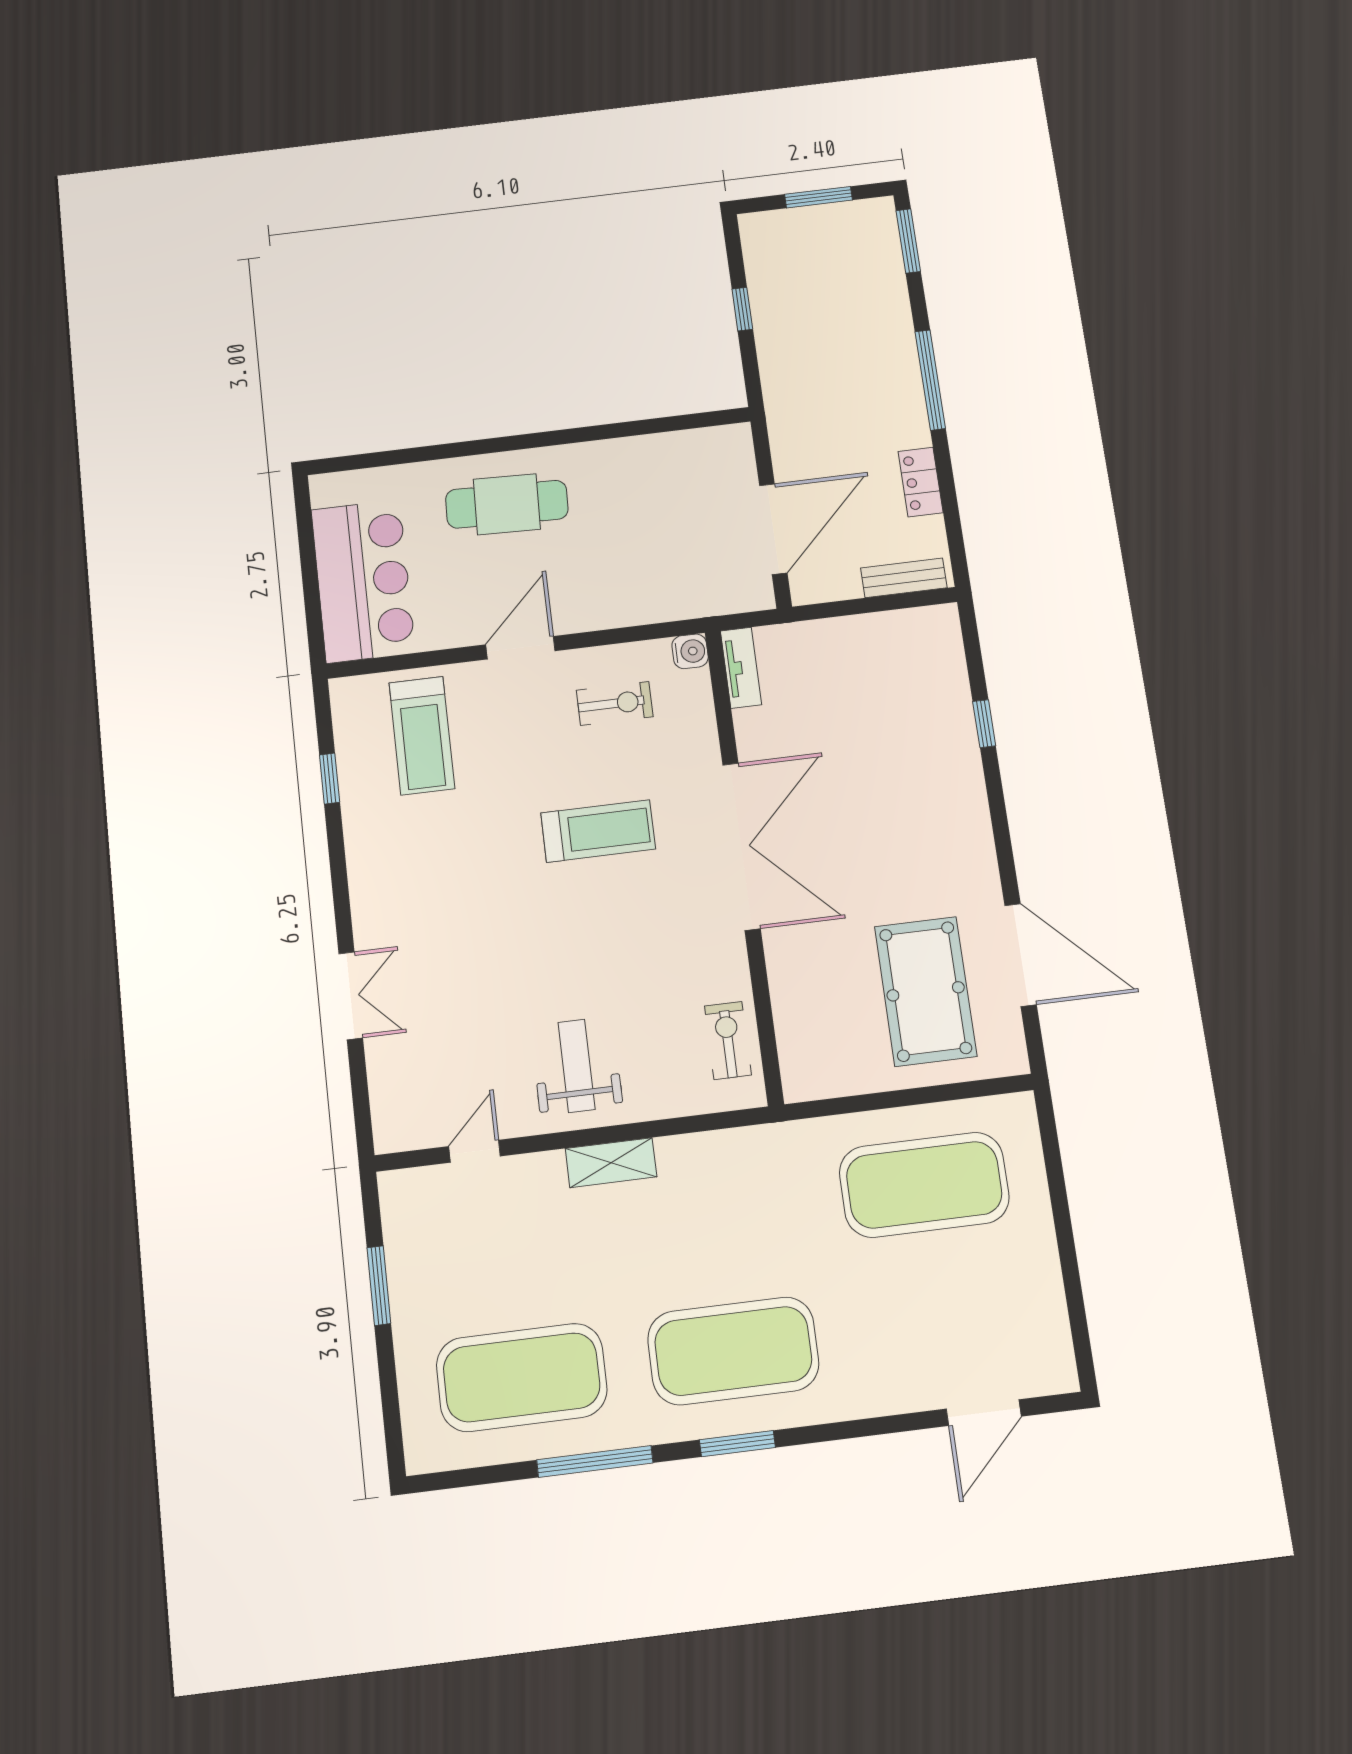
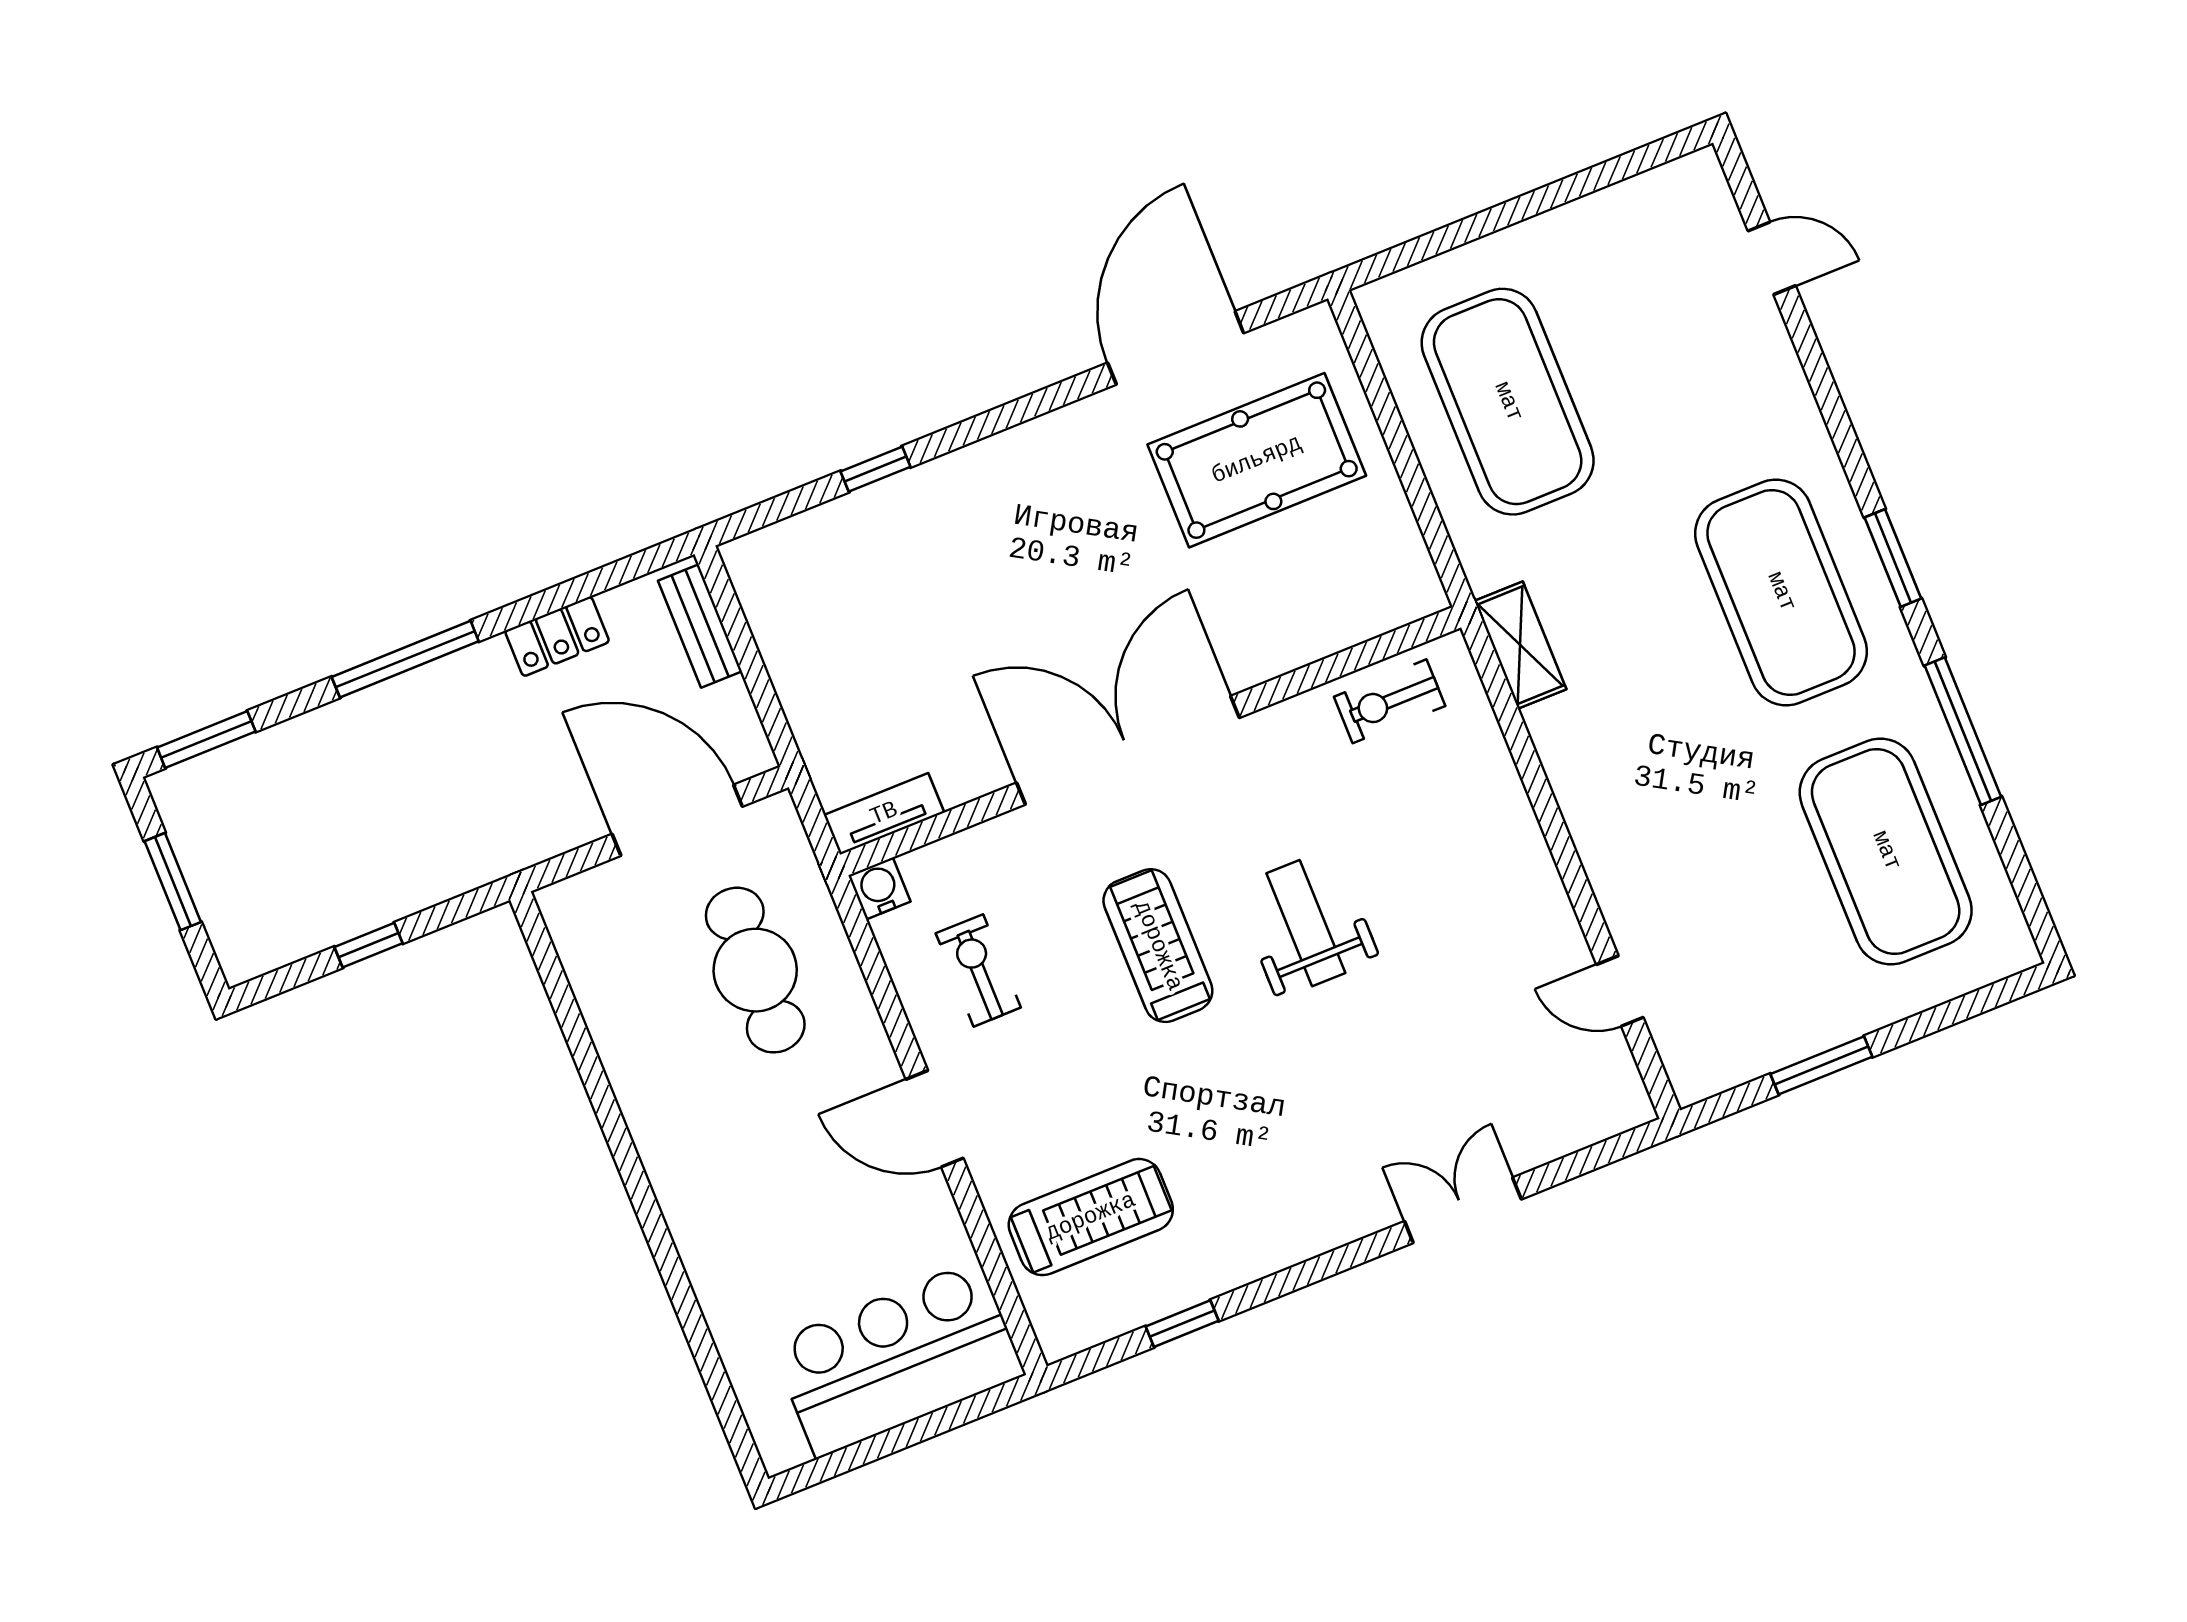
cafe table: (507, 504) -> (755, 970), moved
weight bench: (576, 1066) -> (1306, 923), moved, turned 90
shelving: (611, 1163) -> (1520, 645), moved
door: (984, 1413) -> (1772, 258), width x0.73

